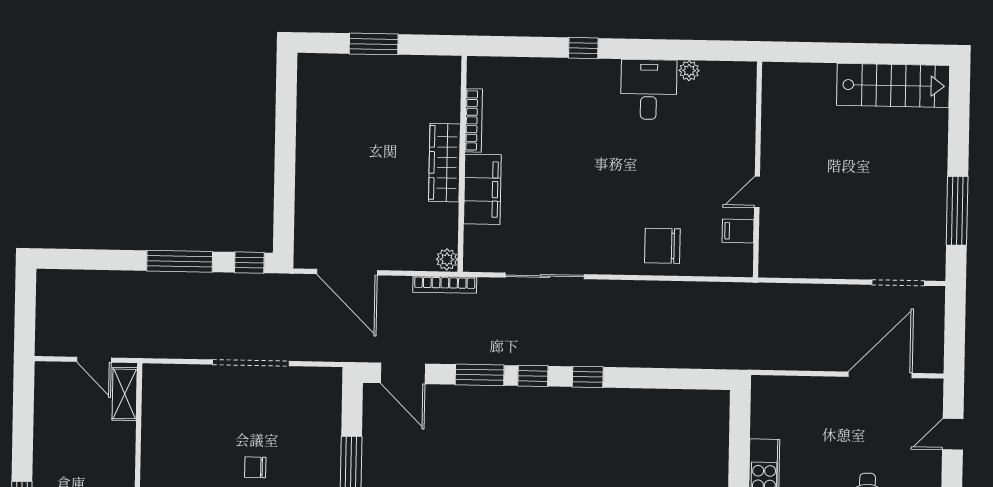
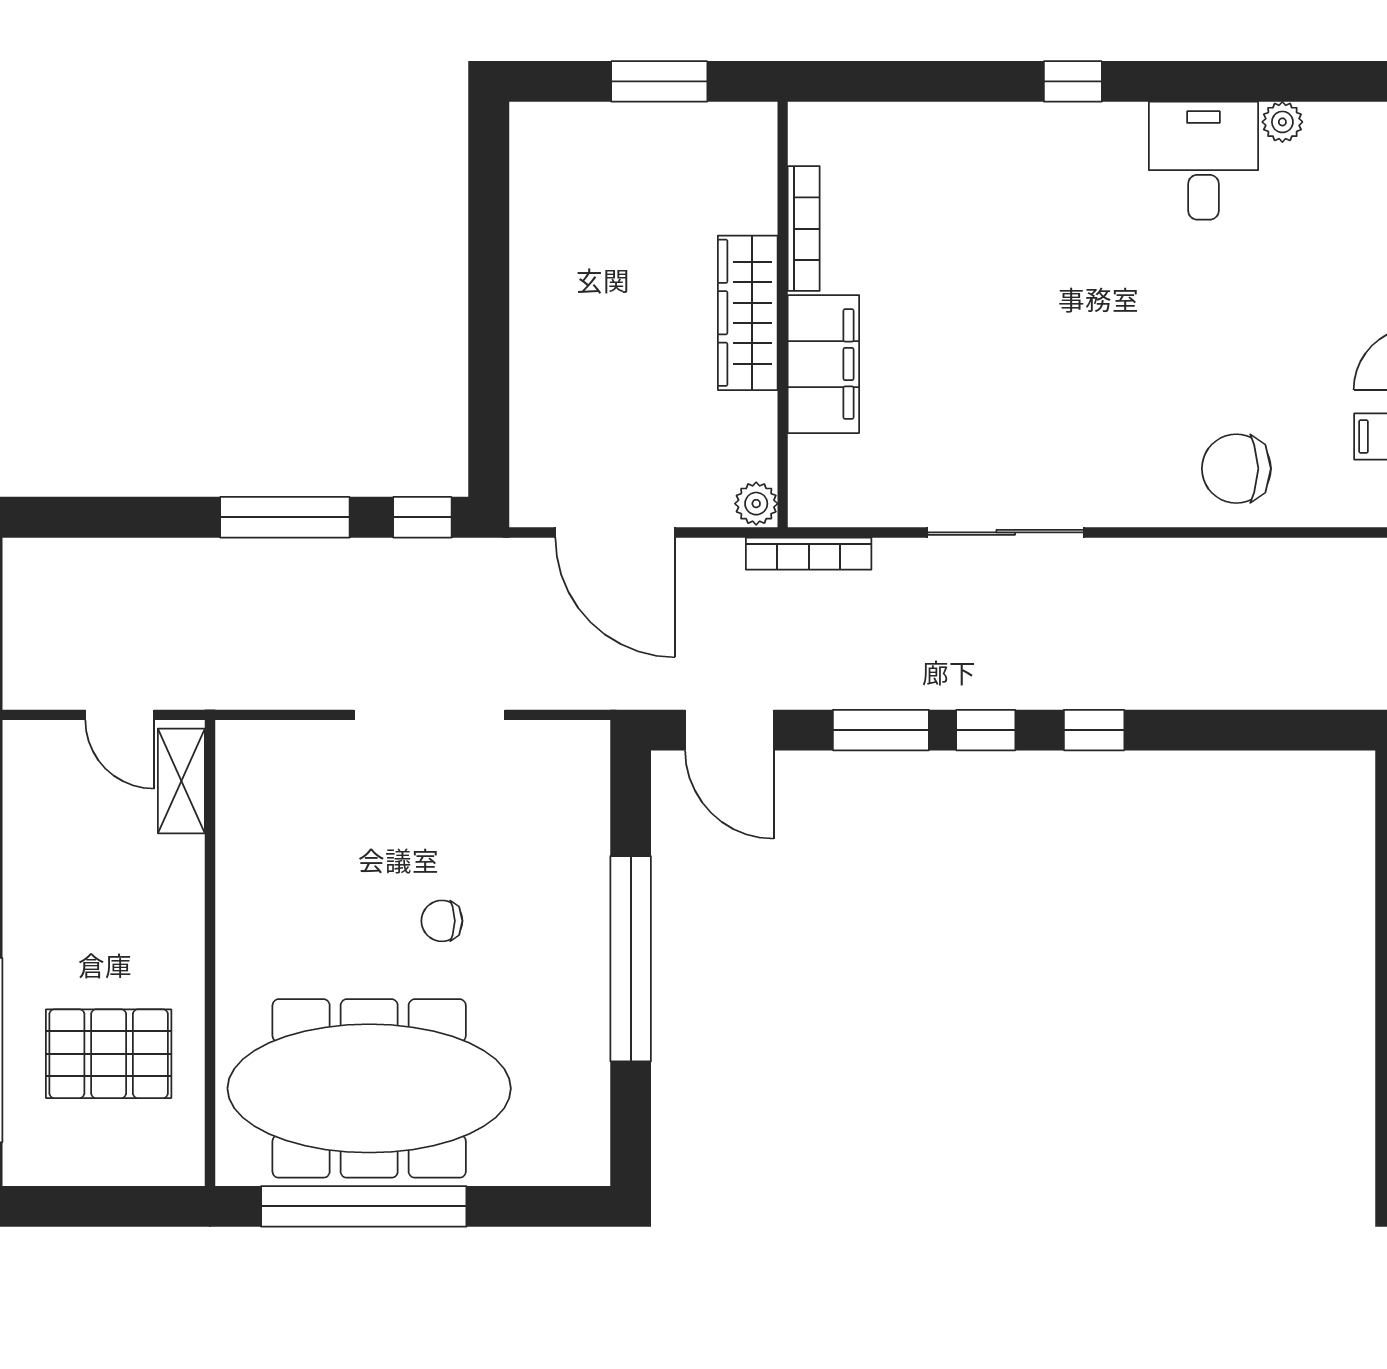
bookcase: (474, 120) -> (804, 229), moved
wardrobe: (444, 163) -> (748, 313), moved
wall: (462, 164) -> (783, 315), moved
filing cabinet: (482, 189) -> (823, 364), moved
plant: (447, 259) -> (756, 504), moved

